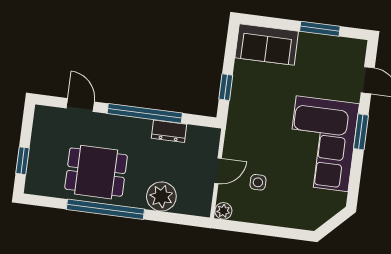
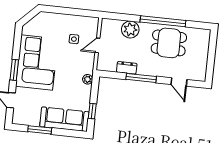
sofa: (267, 45) -> (64, 119), width x1.36
window: (226, 87) -> (92, 111), moved
window: (145, 113) -> (141, 78), width x0.68
window: (23, 161) -> (212, 49), removed
plant: (223, 211) -> (88, 79), moved

